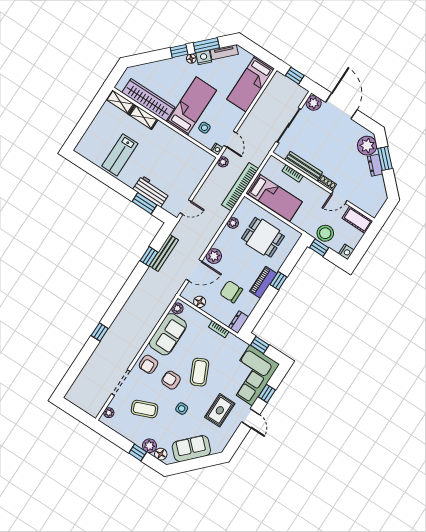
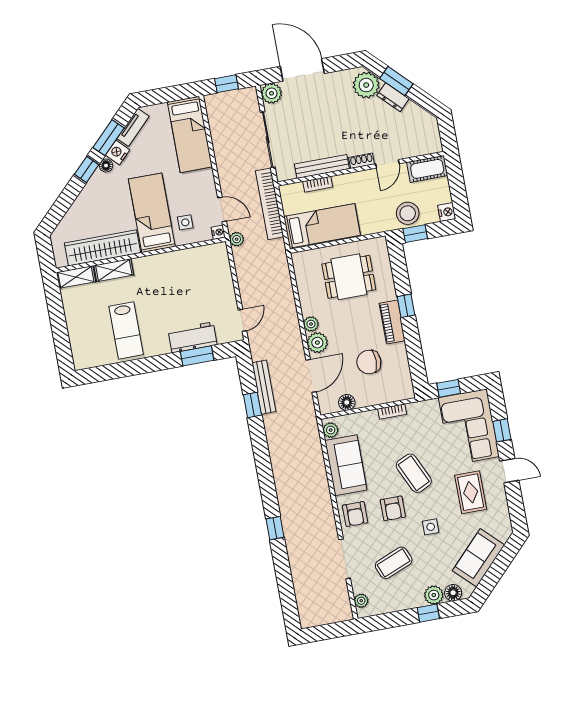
bookcase: (240, 187) -> (270, 204), moved
plant: (233, 223) -> (311, 324), moved
dresser: (238, 322) -> (405, 386), removed
armchair: (171, 380) -> (393, 508), turned -90

